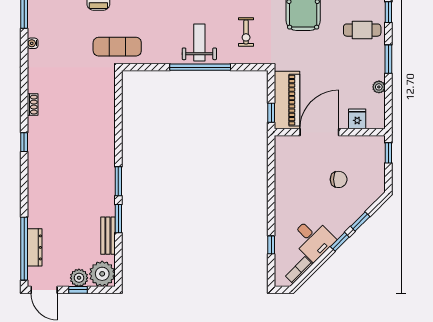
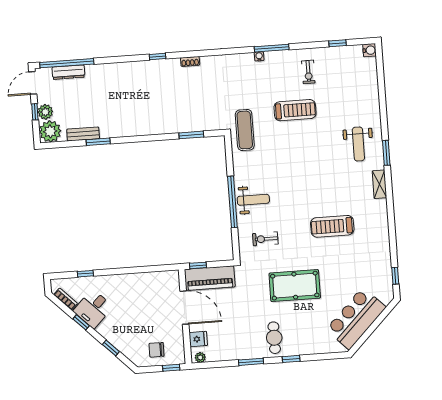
water cooler: (33, 43) -> (259, 56), moved
plant: (379, 87) -> (200, 357), moved
chair: (339, 179) -> (156, 350), moved, turned 90
window: (118, 181) -> (191, 135), moved
window: (340, 242) -> (81, 322), moved

